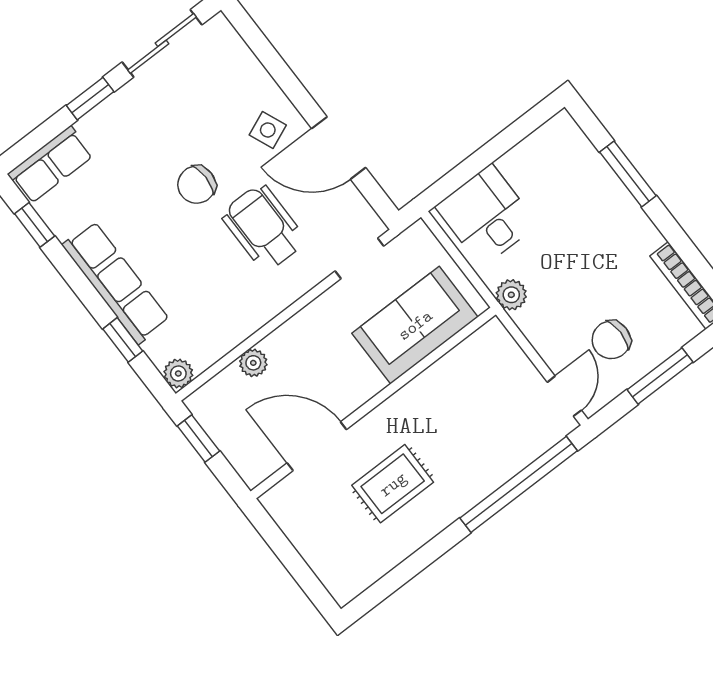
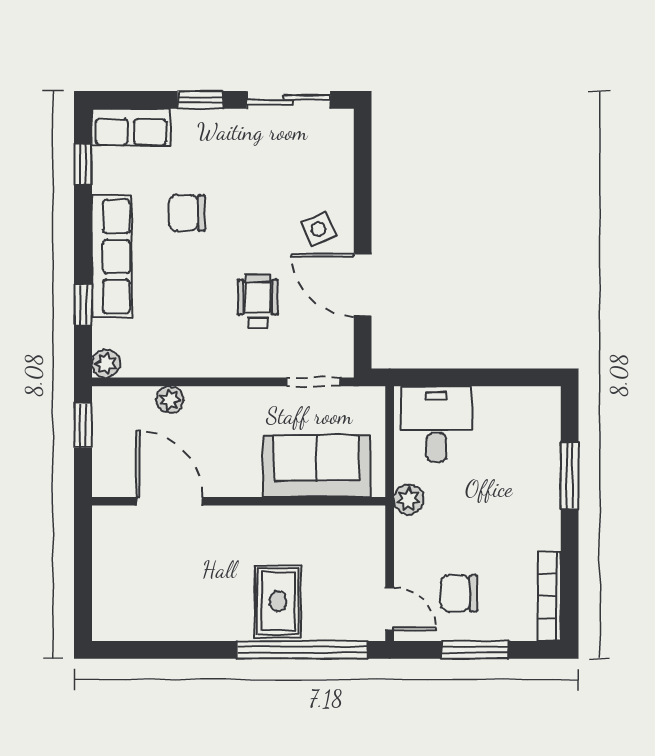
chair: (197, 185) -> (187, 213), moved
wheelchair: (263, 227) -> (258, 301), width x0.73, depth x0.73
door: (564, 396) -> (390, 609), hinge flipped
rug: (393, 484) -> (278, 601), moved, turned 90

